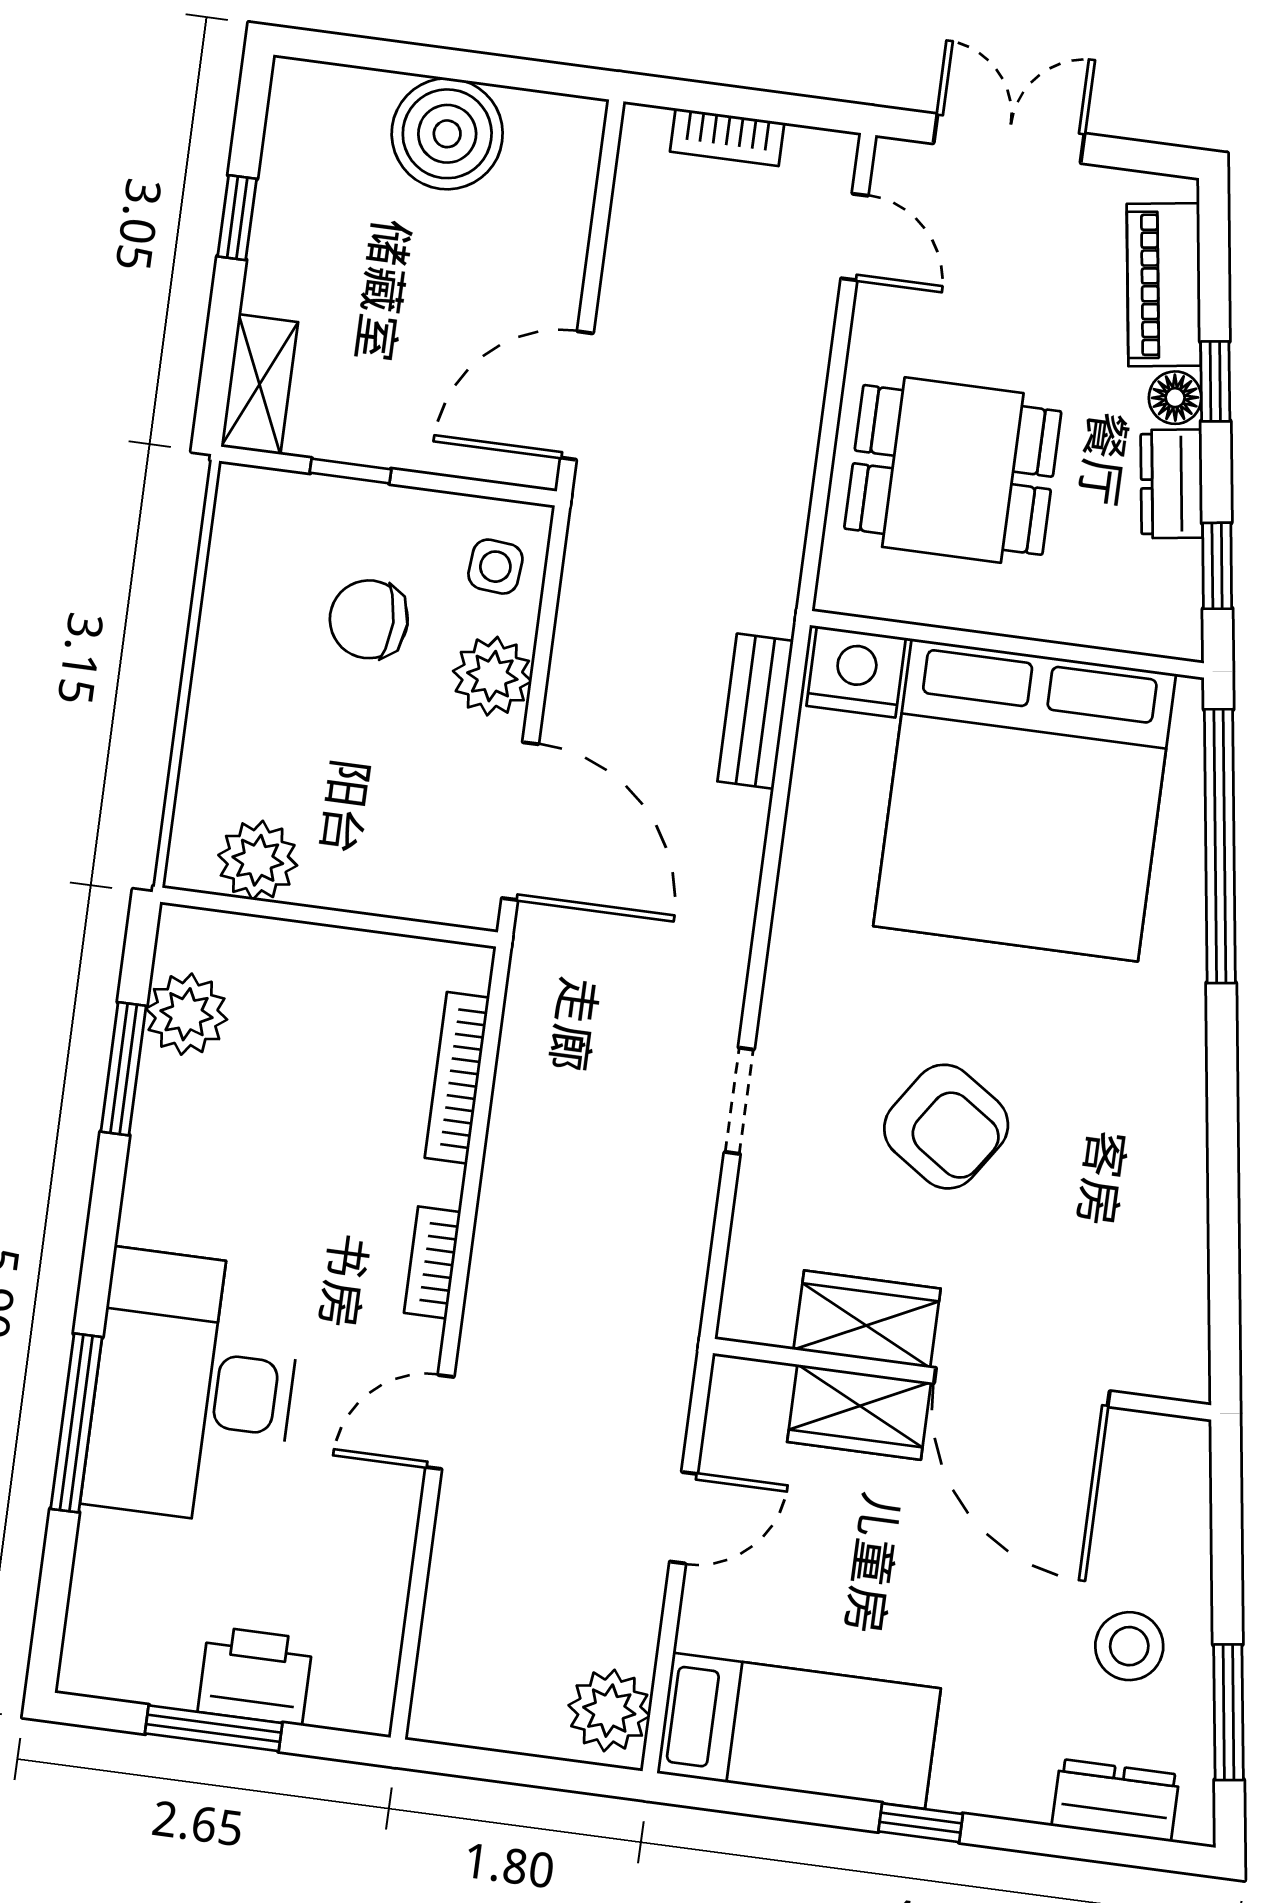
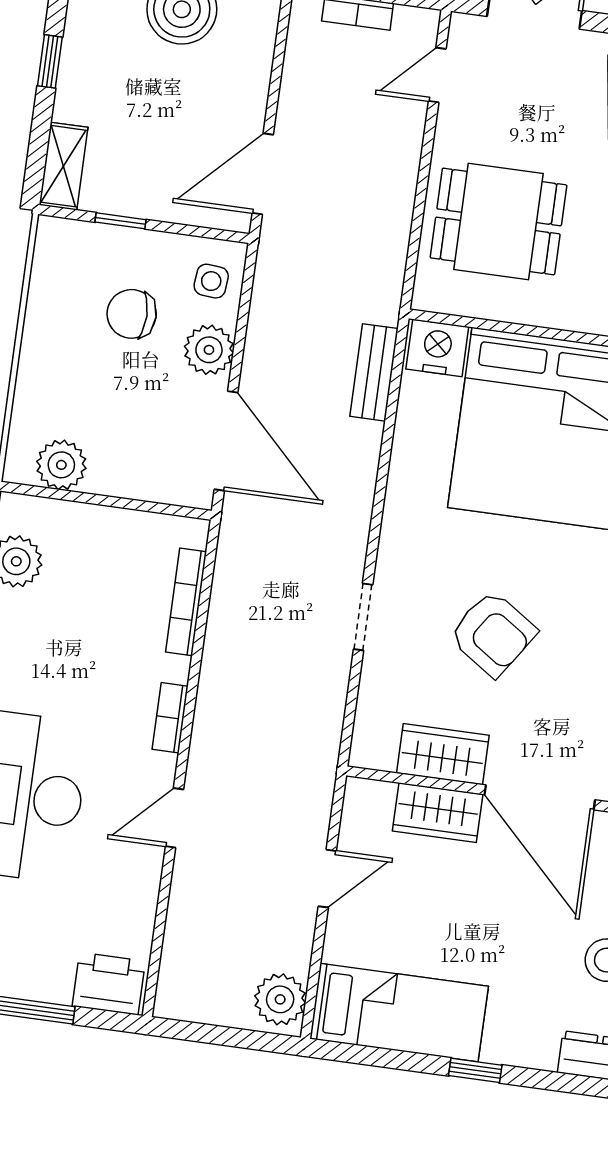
door: (855, 237) -> (437, 75), swing flipped
printer: (255, 1676) -> (109, 984), moved

